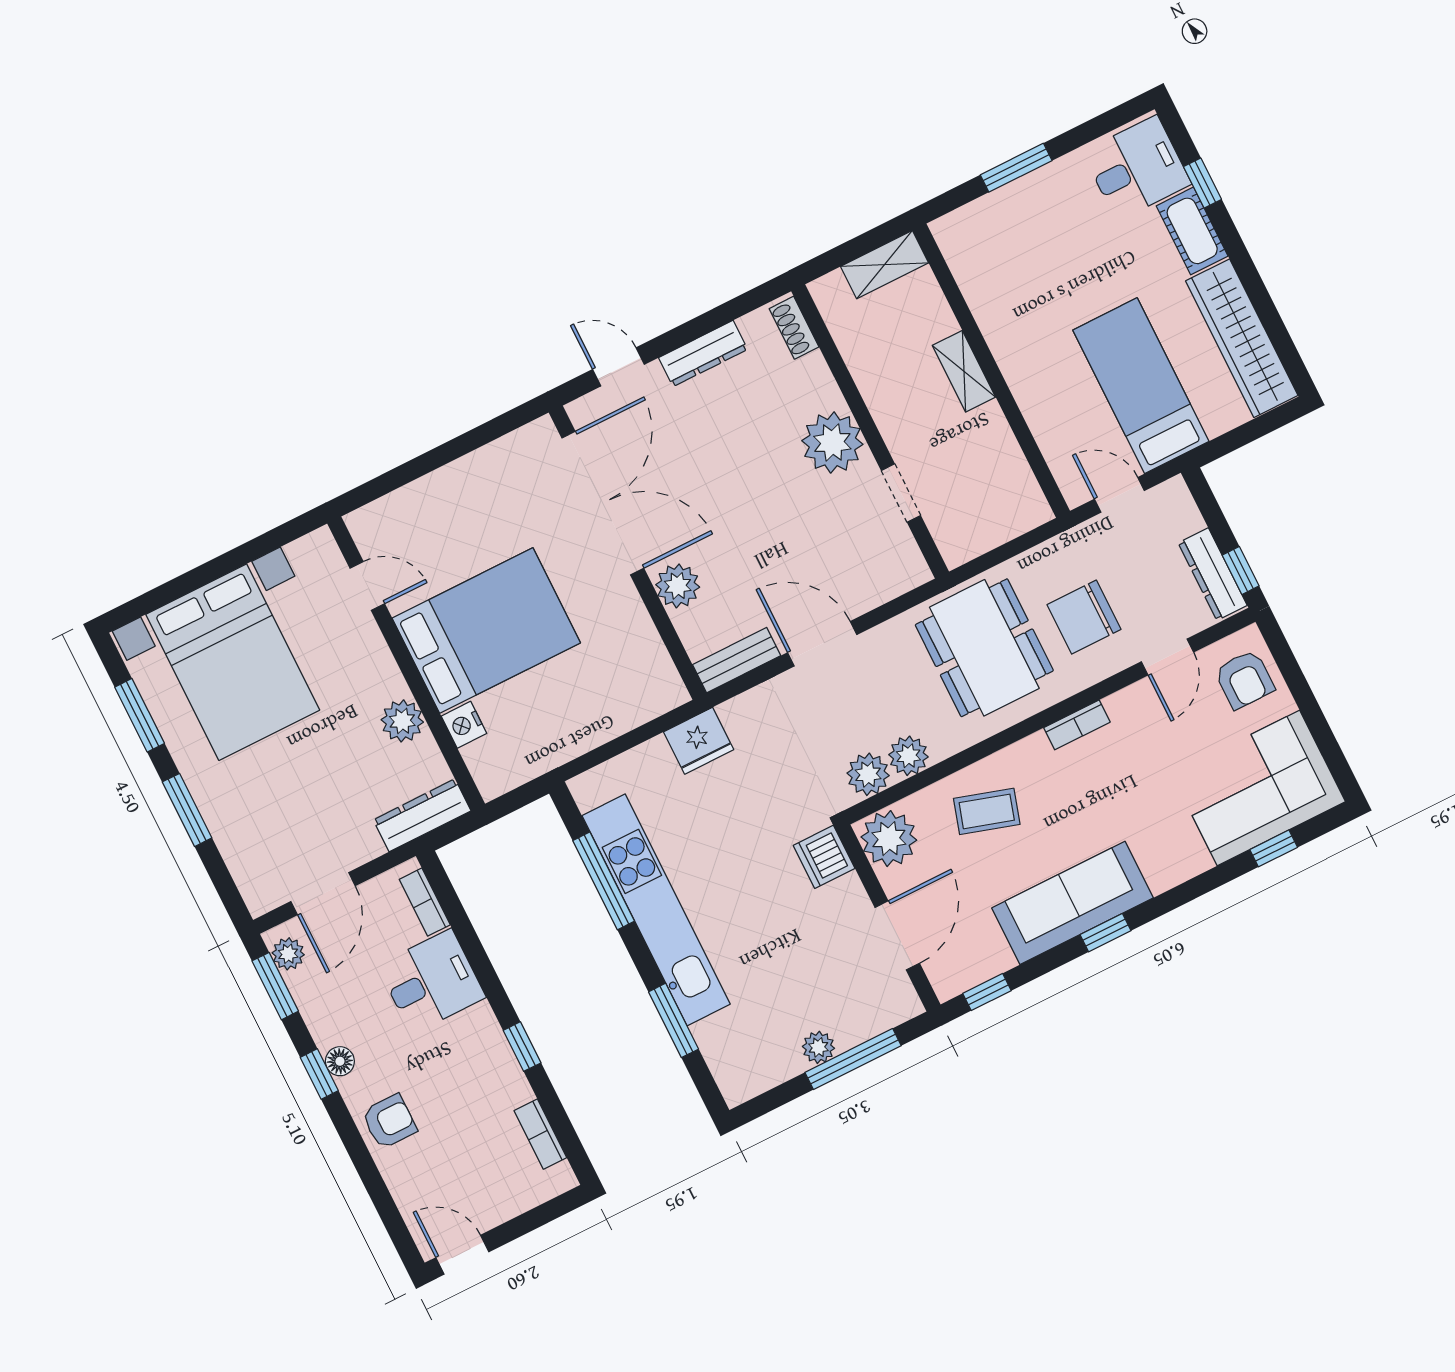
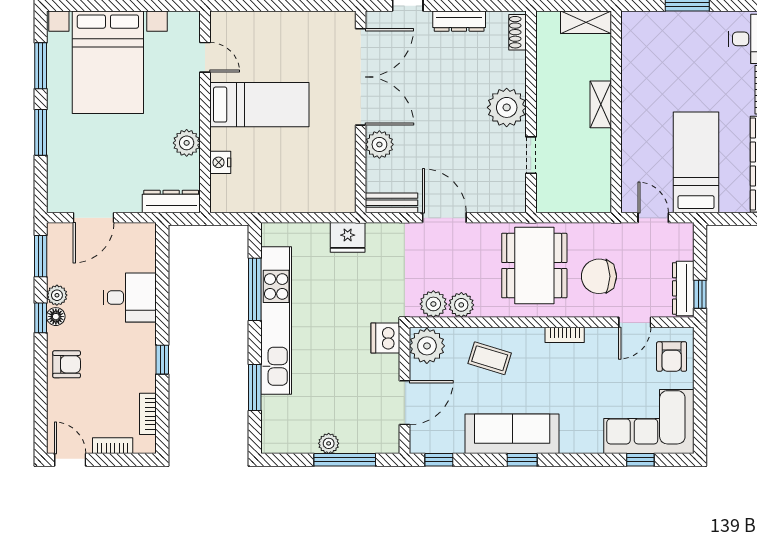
bed: (486, 630) -> (259, 105), width x0.67
bookcase: (425, 902) -> (113, 446), moved, turned 90
plant: (288, 954) -> (57, 295), moved

